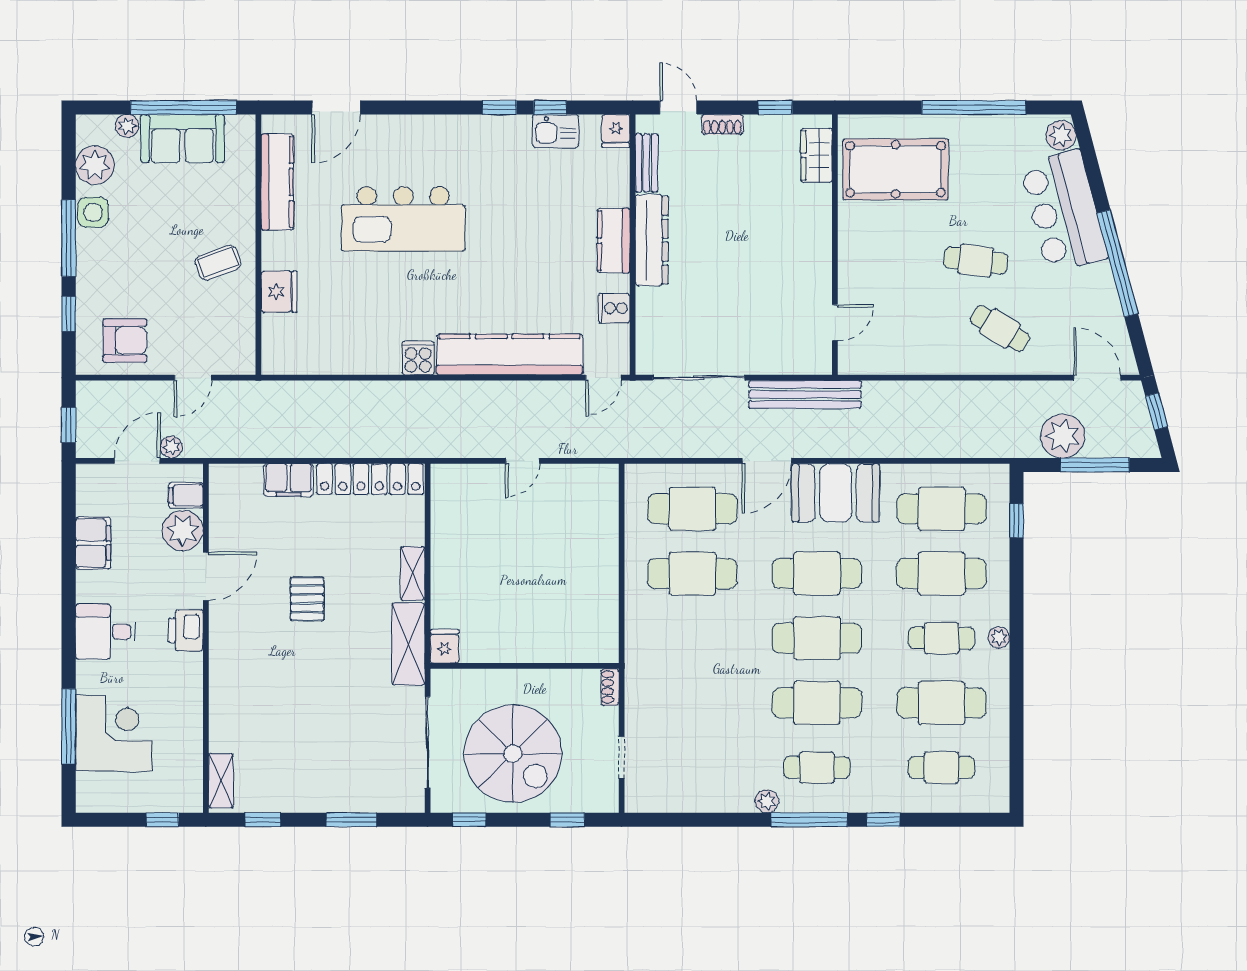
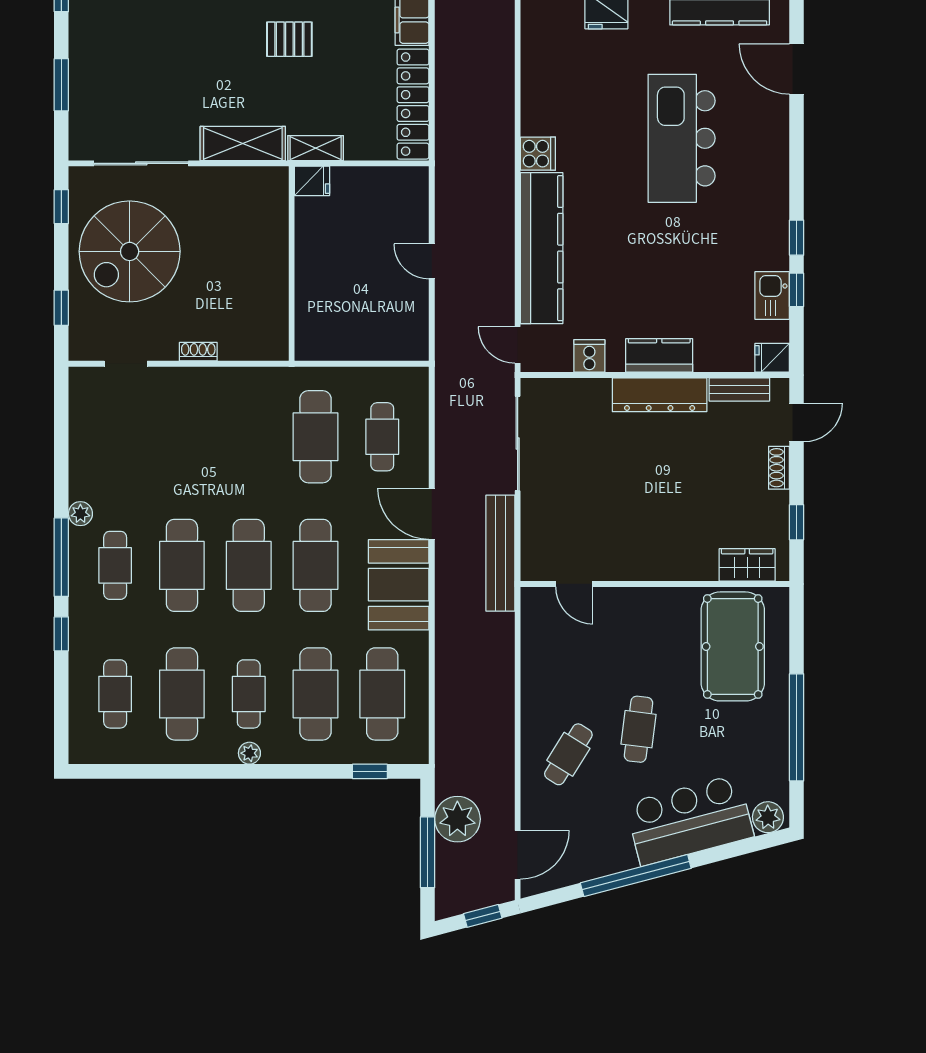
cafe table: (692, 509) -> (382, 437), width x0.73, depth x0.74
fridge: (445, 646) -> (312, 181), moved
wall: (525, 666) -> (292, 264), moved

